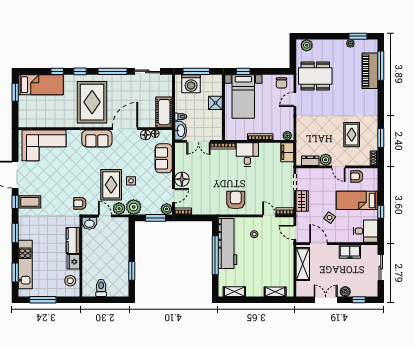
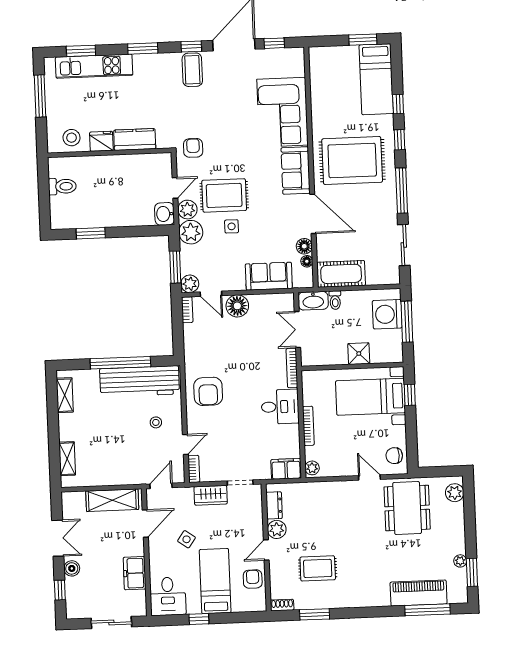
corner sofa: (44, 145) -> (282, 112), moved
window: (15, 149) -> (274, 43), added
armchair: (236, 200) -> (208, 391), turned 90
washbasin: (89, 223) -> (165, 214), moved

